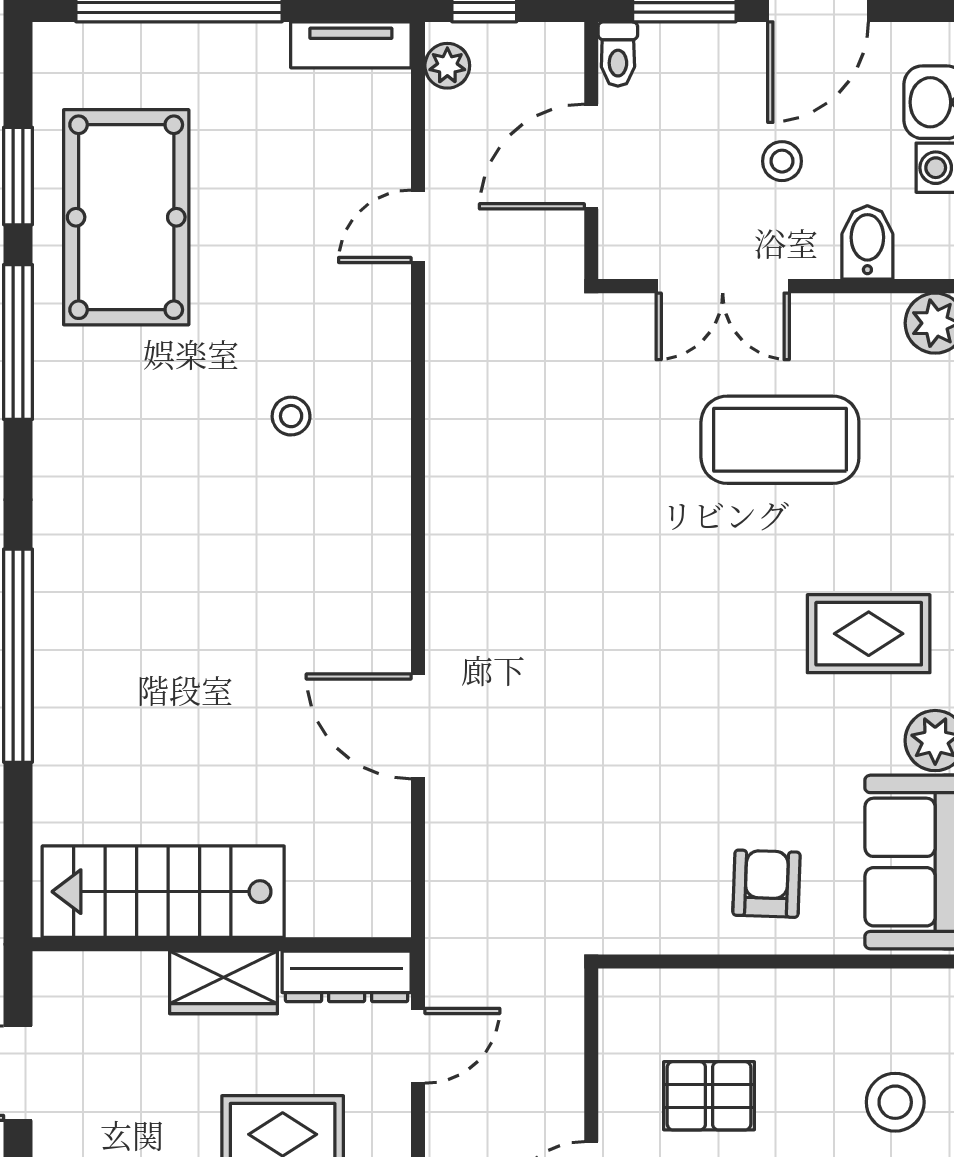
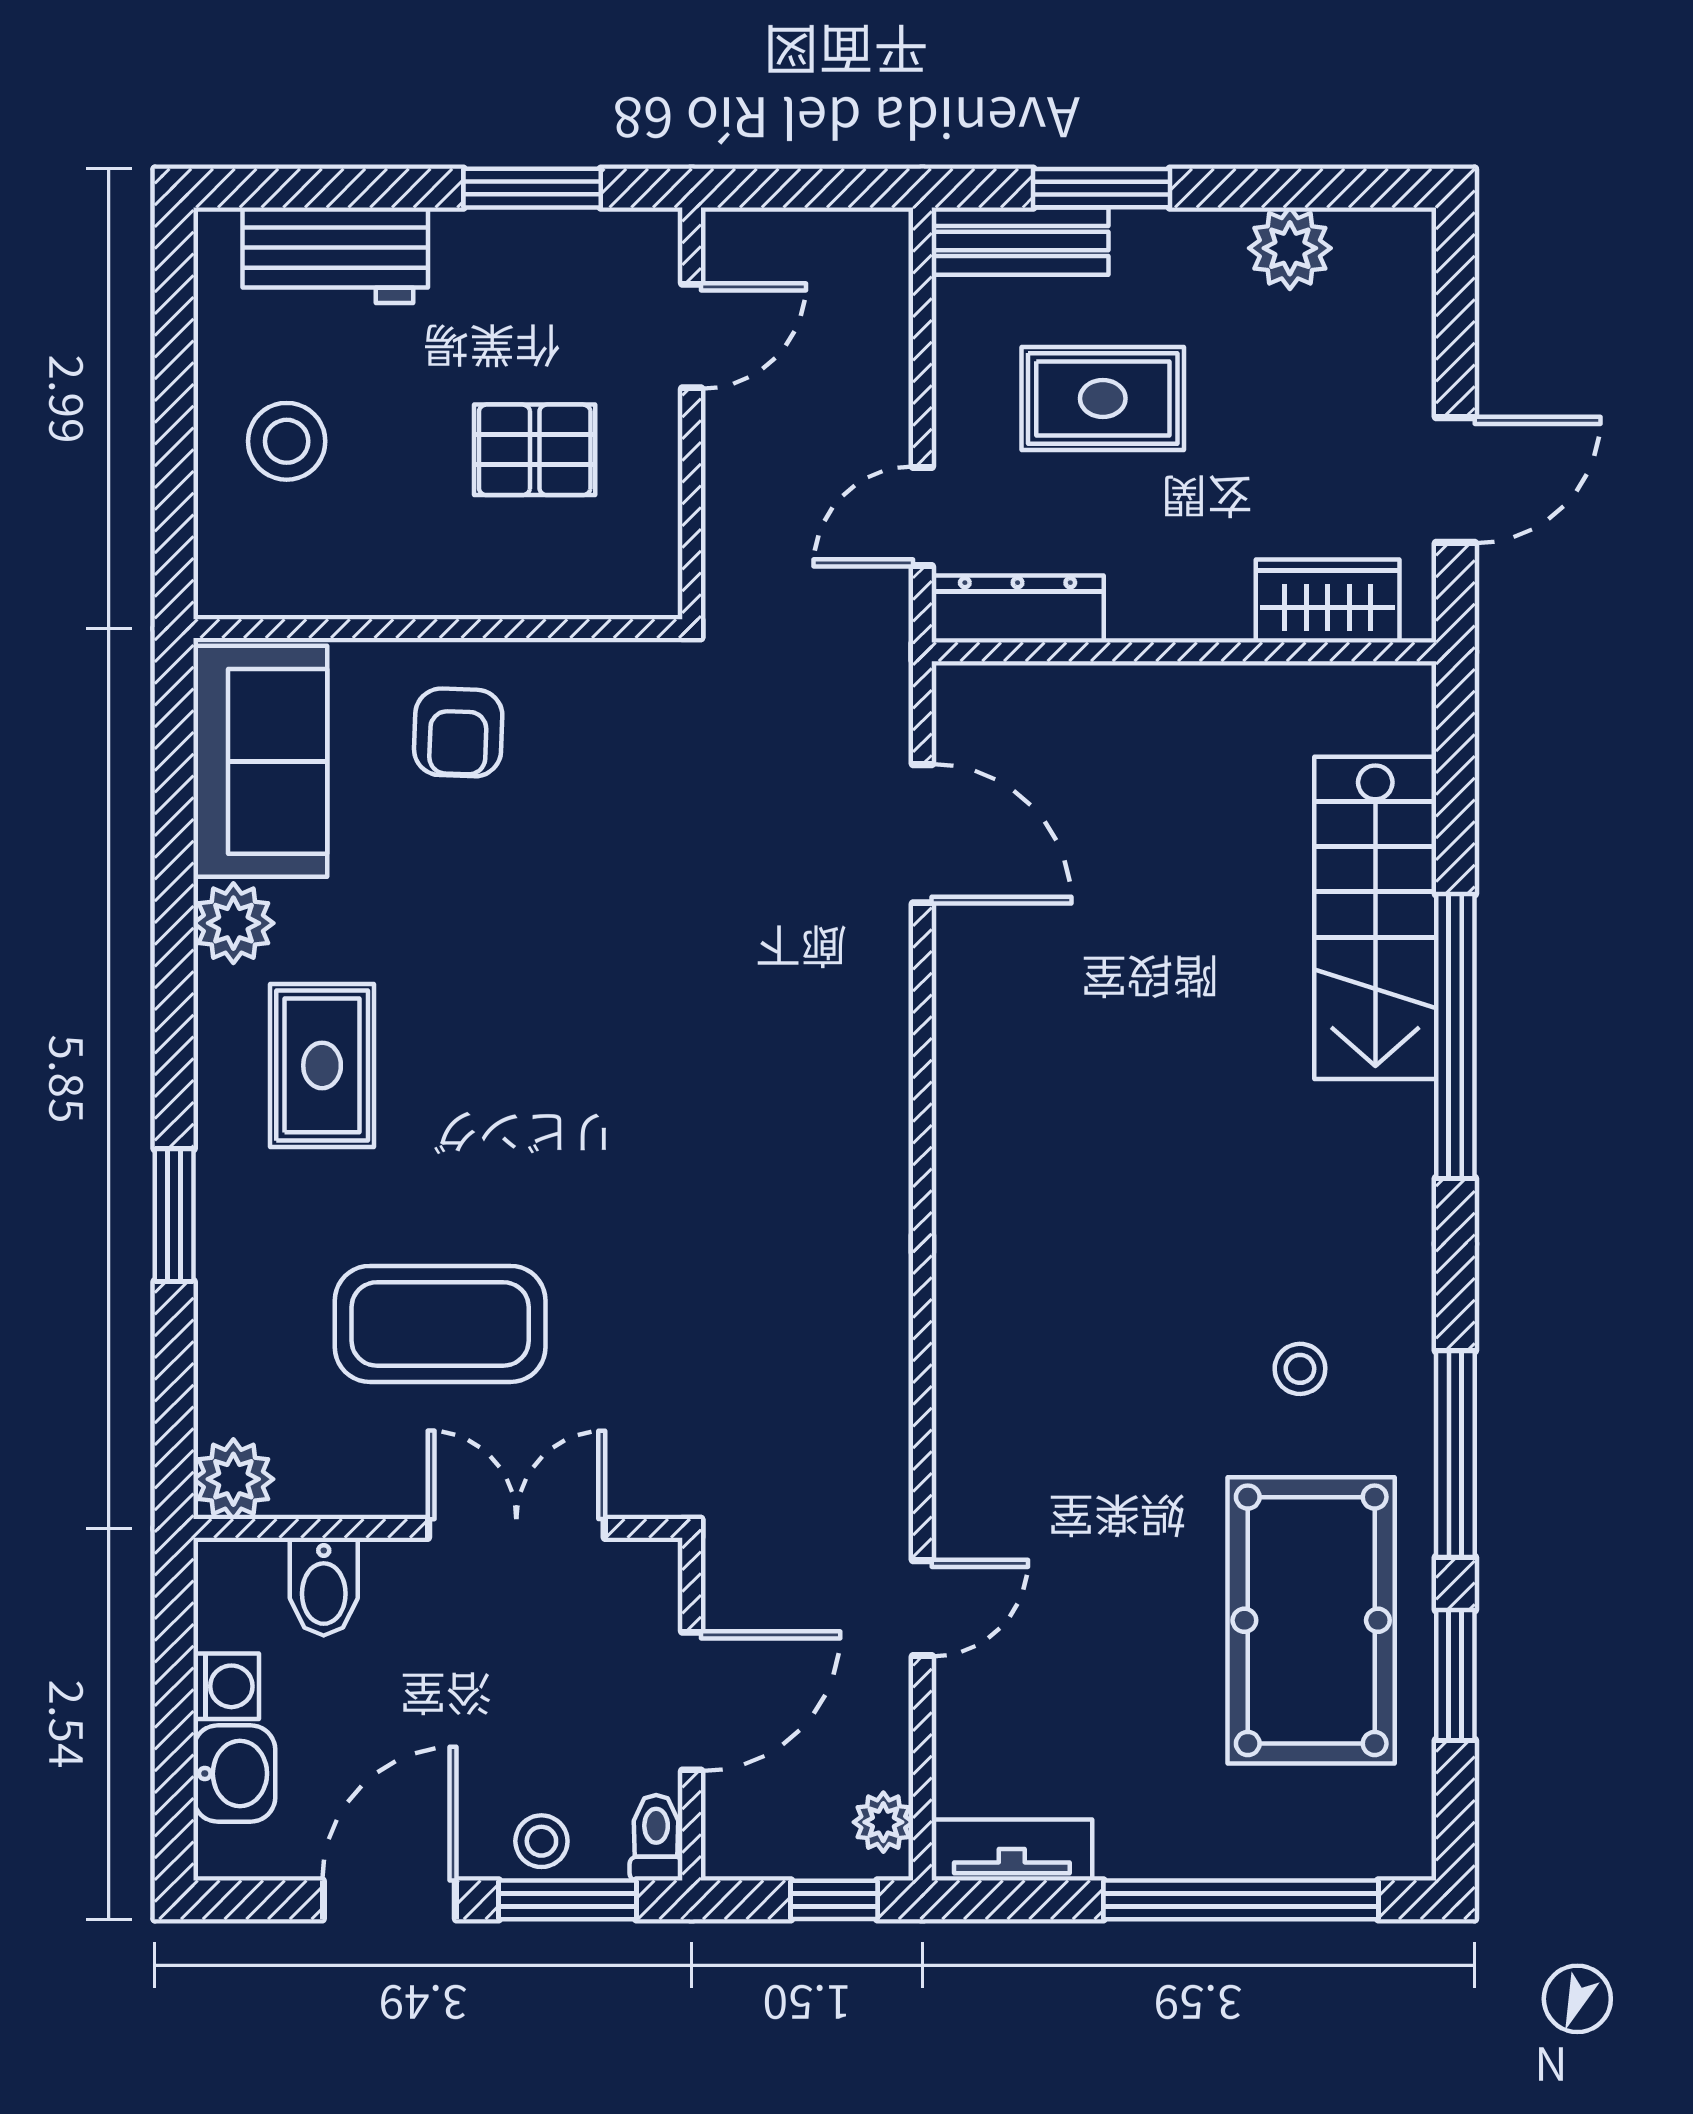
stool: (782, 161) -> (541, 1841), moved
stool: (291, 416) -> (1300, 1369), moved
rug: (869, 634) -> (322, 1065), turned 90
door: (418, 726) -> (922, 834), moved
stairs: (163, 892) -> (1375, 918), moved, turned 90
wardrobe: (224, 982) -> (1328, 601), moved

